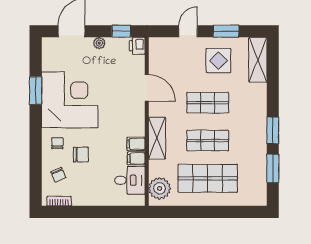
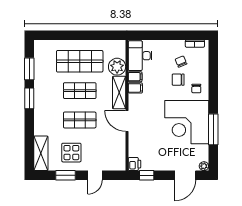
plant: (99, 43) -> (204, 166), moved
door: (147, 88) -> (127, 121), moved
window: (36, 90) -> (213, 129), width x1.44
chair: (58, 175) -> (181, 62), moved
desk: (130, 180) -> (140, 56), width x1.37
plant: (160, 188) -> (117, 67), moved

